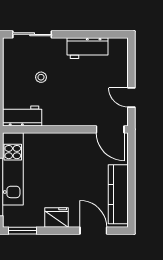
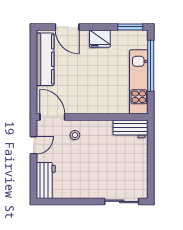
workbench: (88, 48) -> (46, 180), moved, turned 90
stool: (41, 77) -> (75, 135), moved
door: (131, 97) -> (33, 145), hinge flipped

